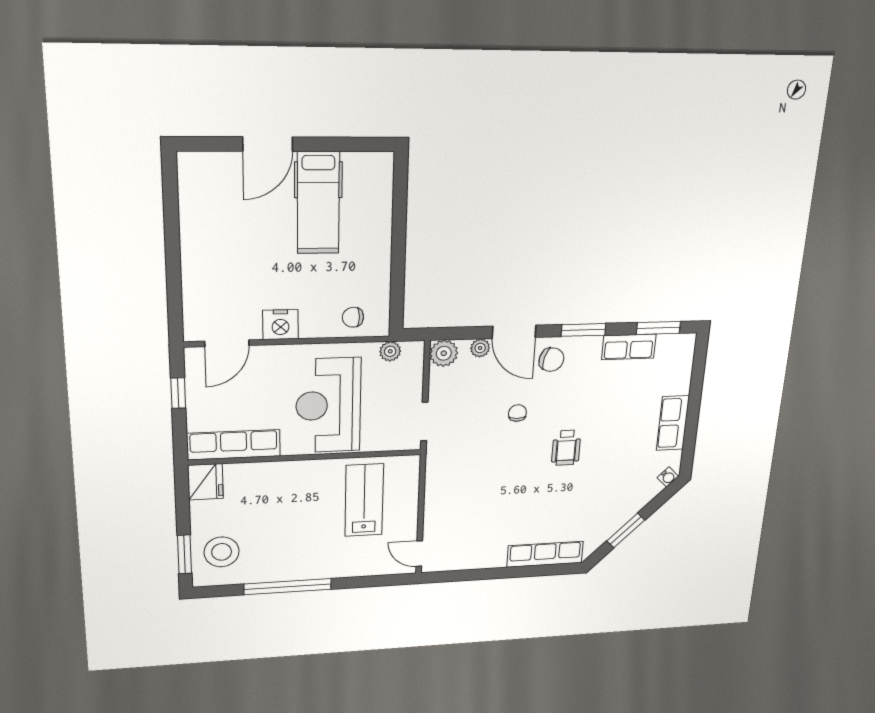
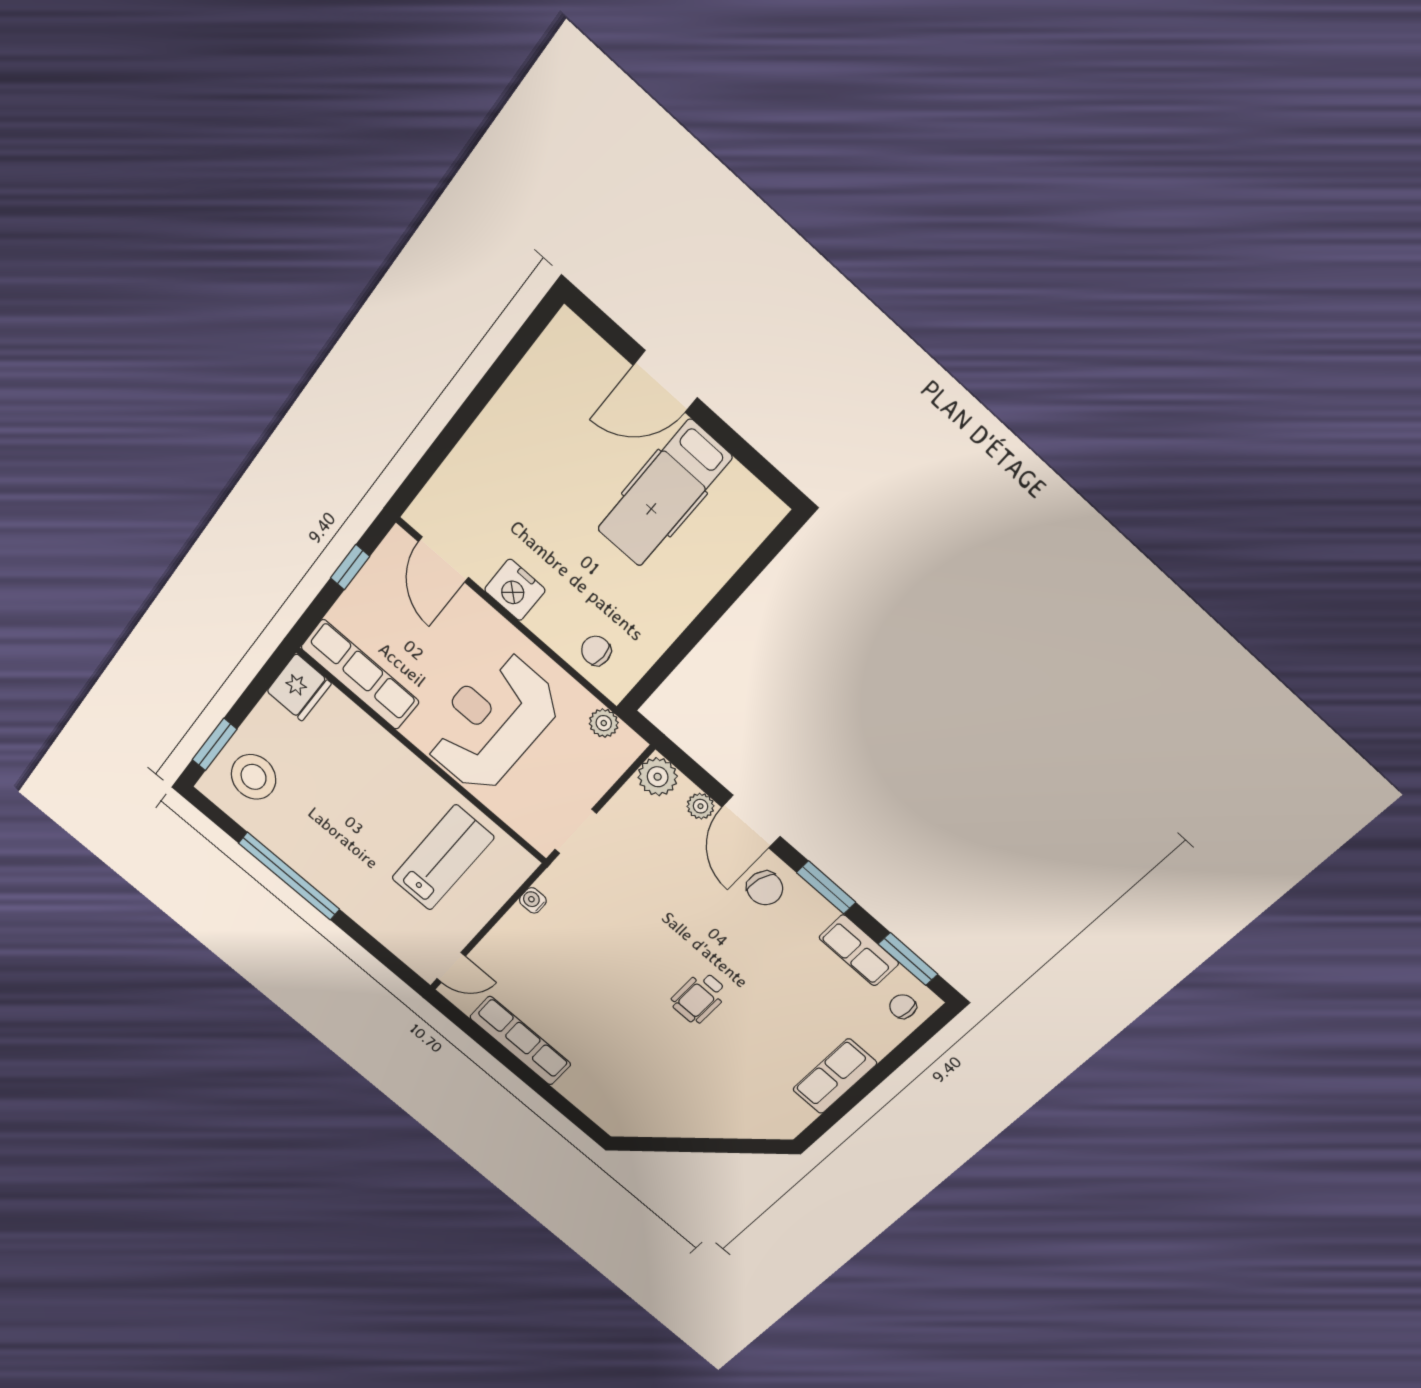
door: (227, 343) -> (443, 559), hinge flipped
chair: (517, 413) -> (903, 1007), moved, turned -90
water cooler: (668, 477) -> (533, 900), moved, turned 135
window: (626, 530) -> (685, 1145), removed
door: (419, 554) -> (451, 967), swing flipped
row of seats: (545, 554) -> (520, 1041), moved

